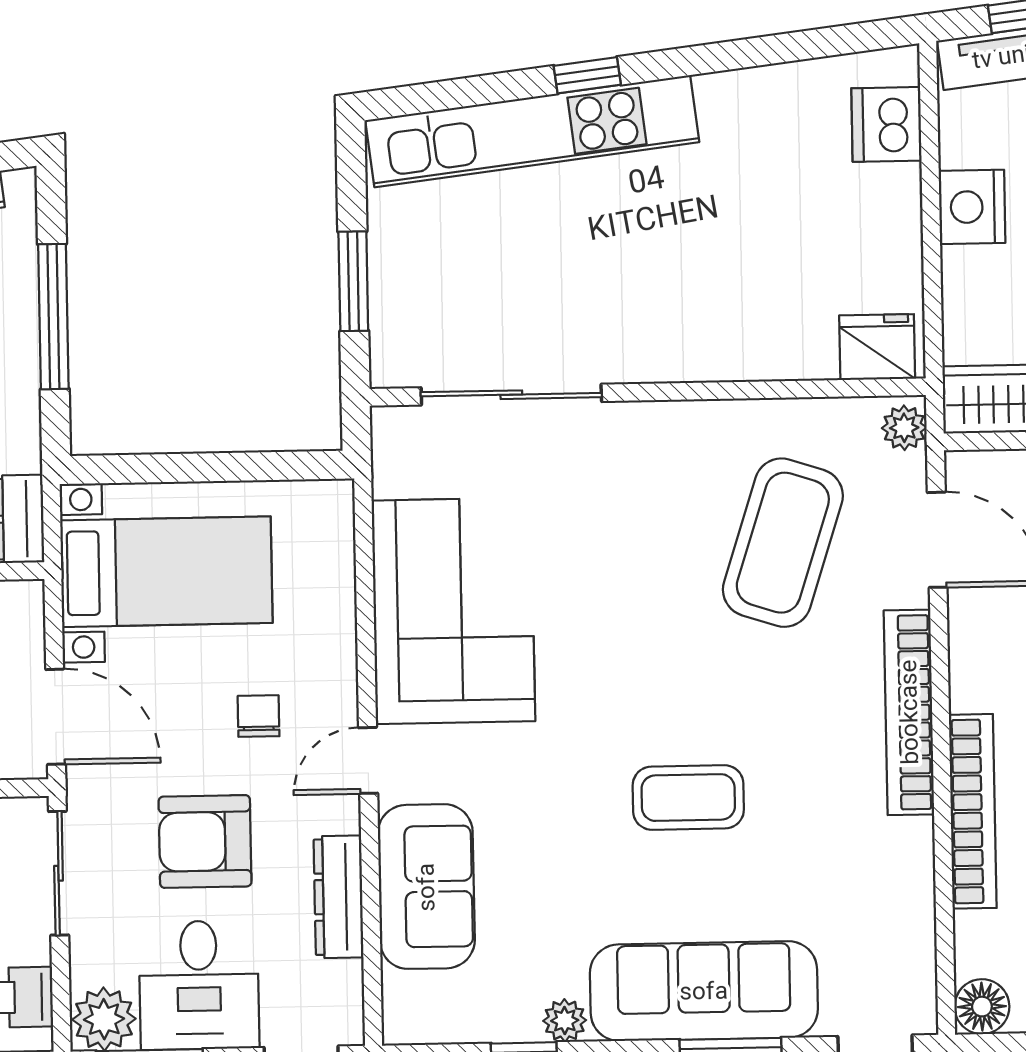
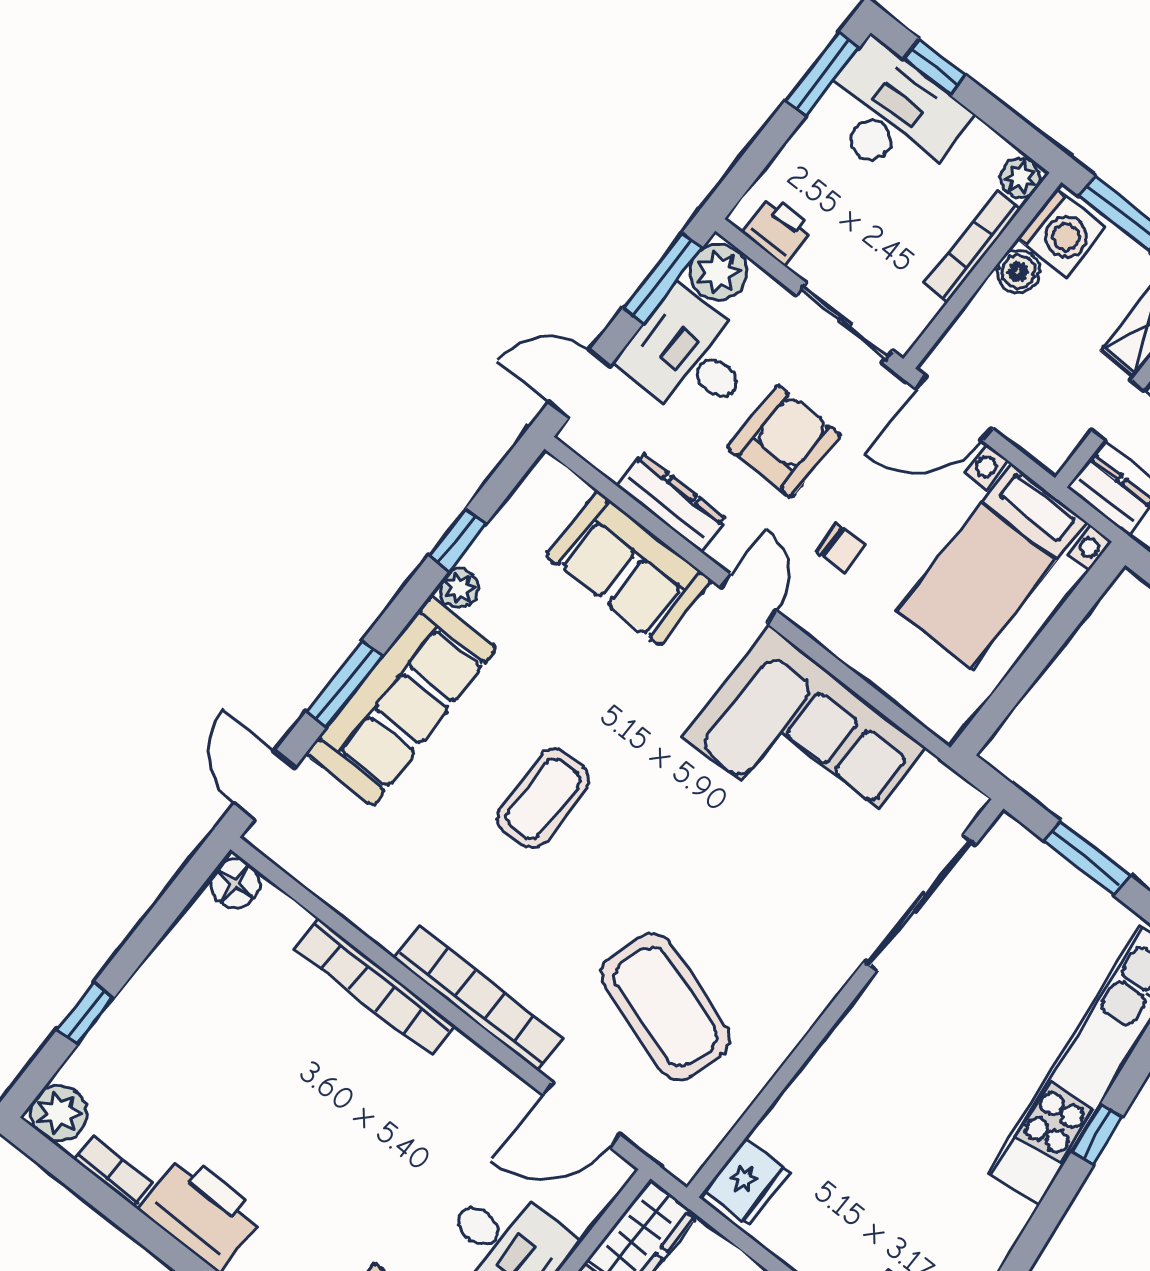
plant: (904, 428) -> (677, 1155), removed

